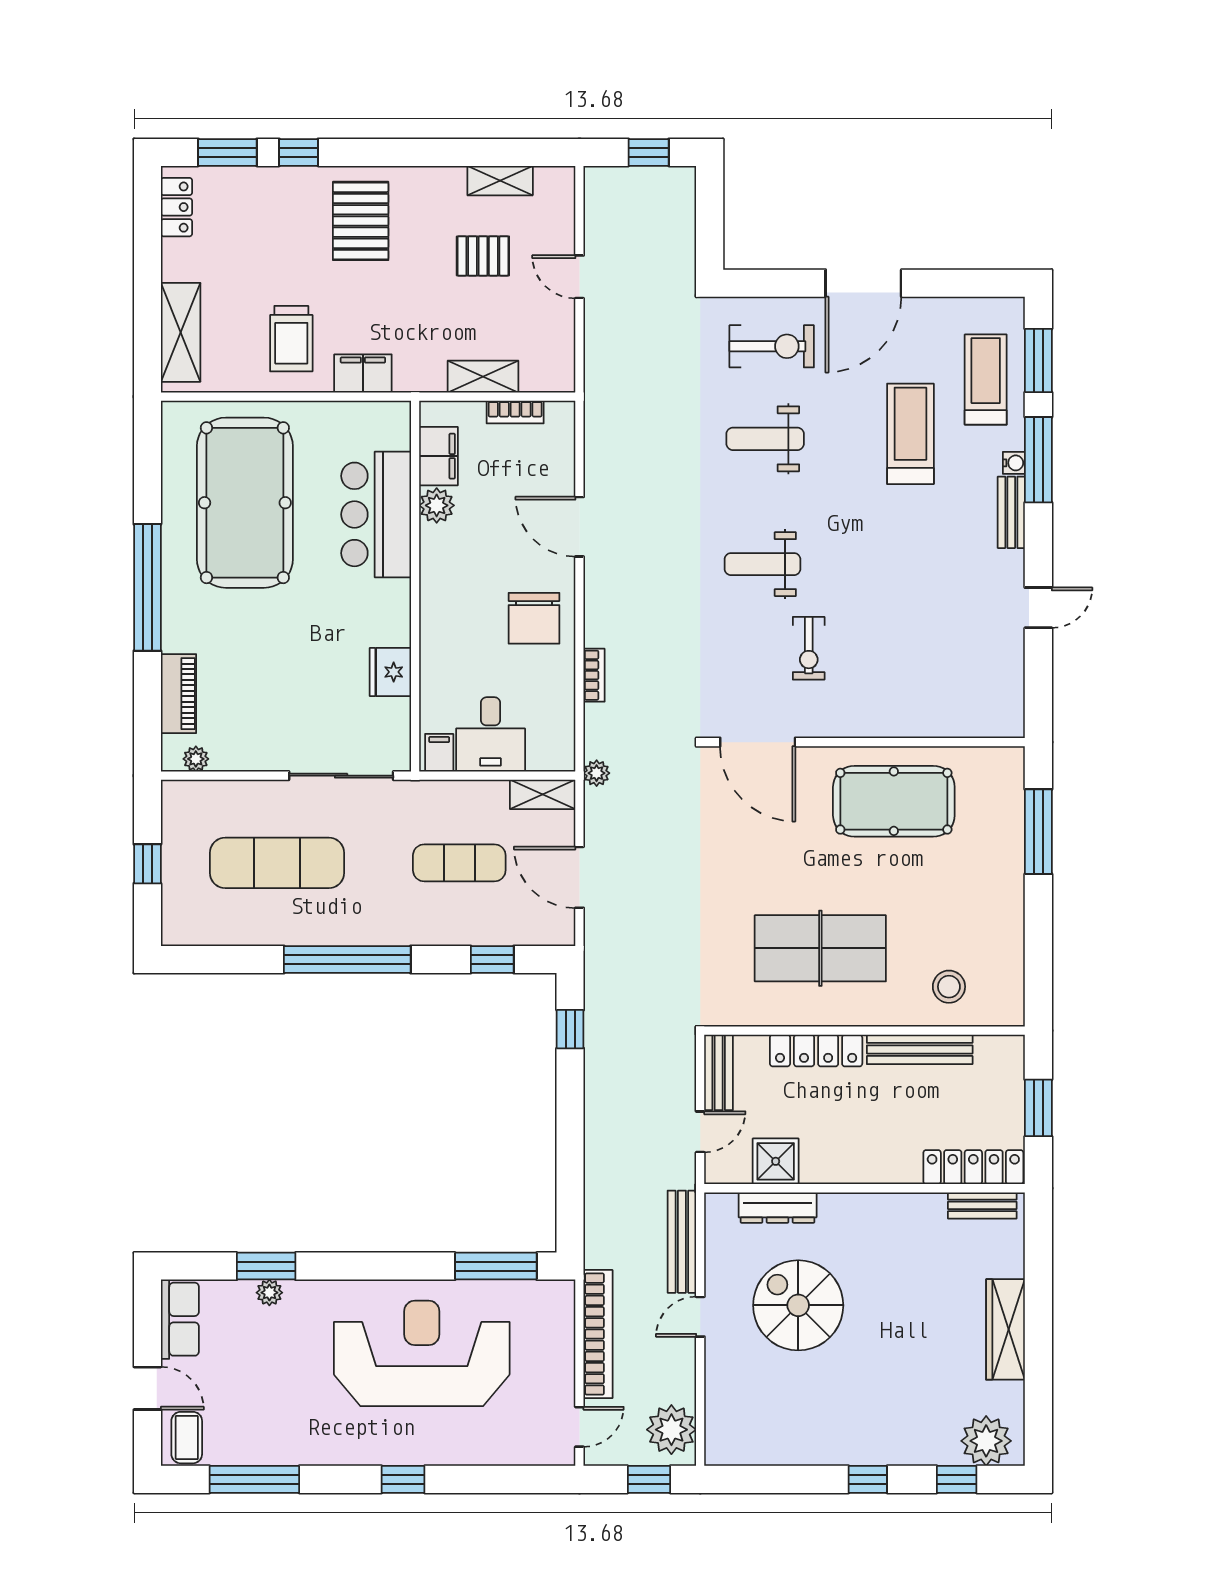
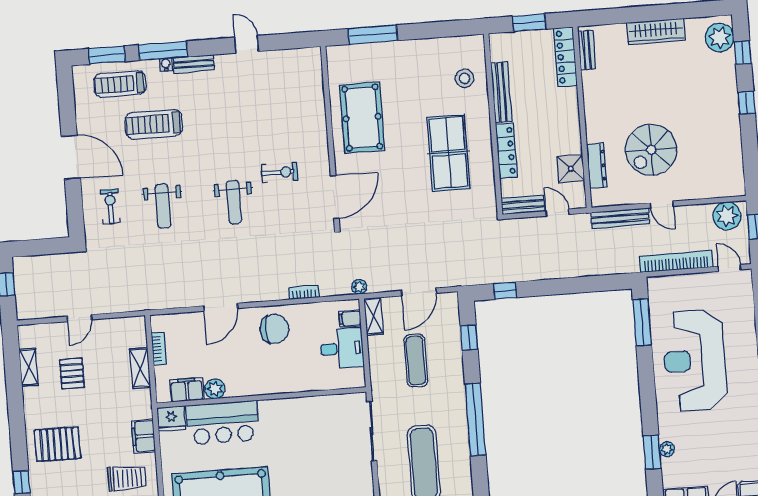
exercise bike: (772, 346) -> (110, 206), width x0.73, depth x0.72
fridge: (390, 672) -> (171, 418), moved
filing cabinet: (439, 753) -> (350, 319), moved

